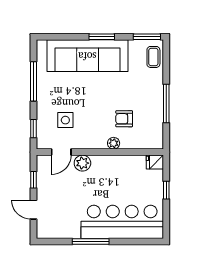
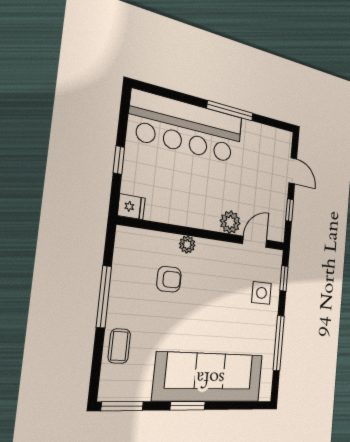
coffee table: (153, 57) -> (119, 346), moved
side table: (65, 120) -> (262, 293), moved

